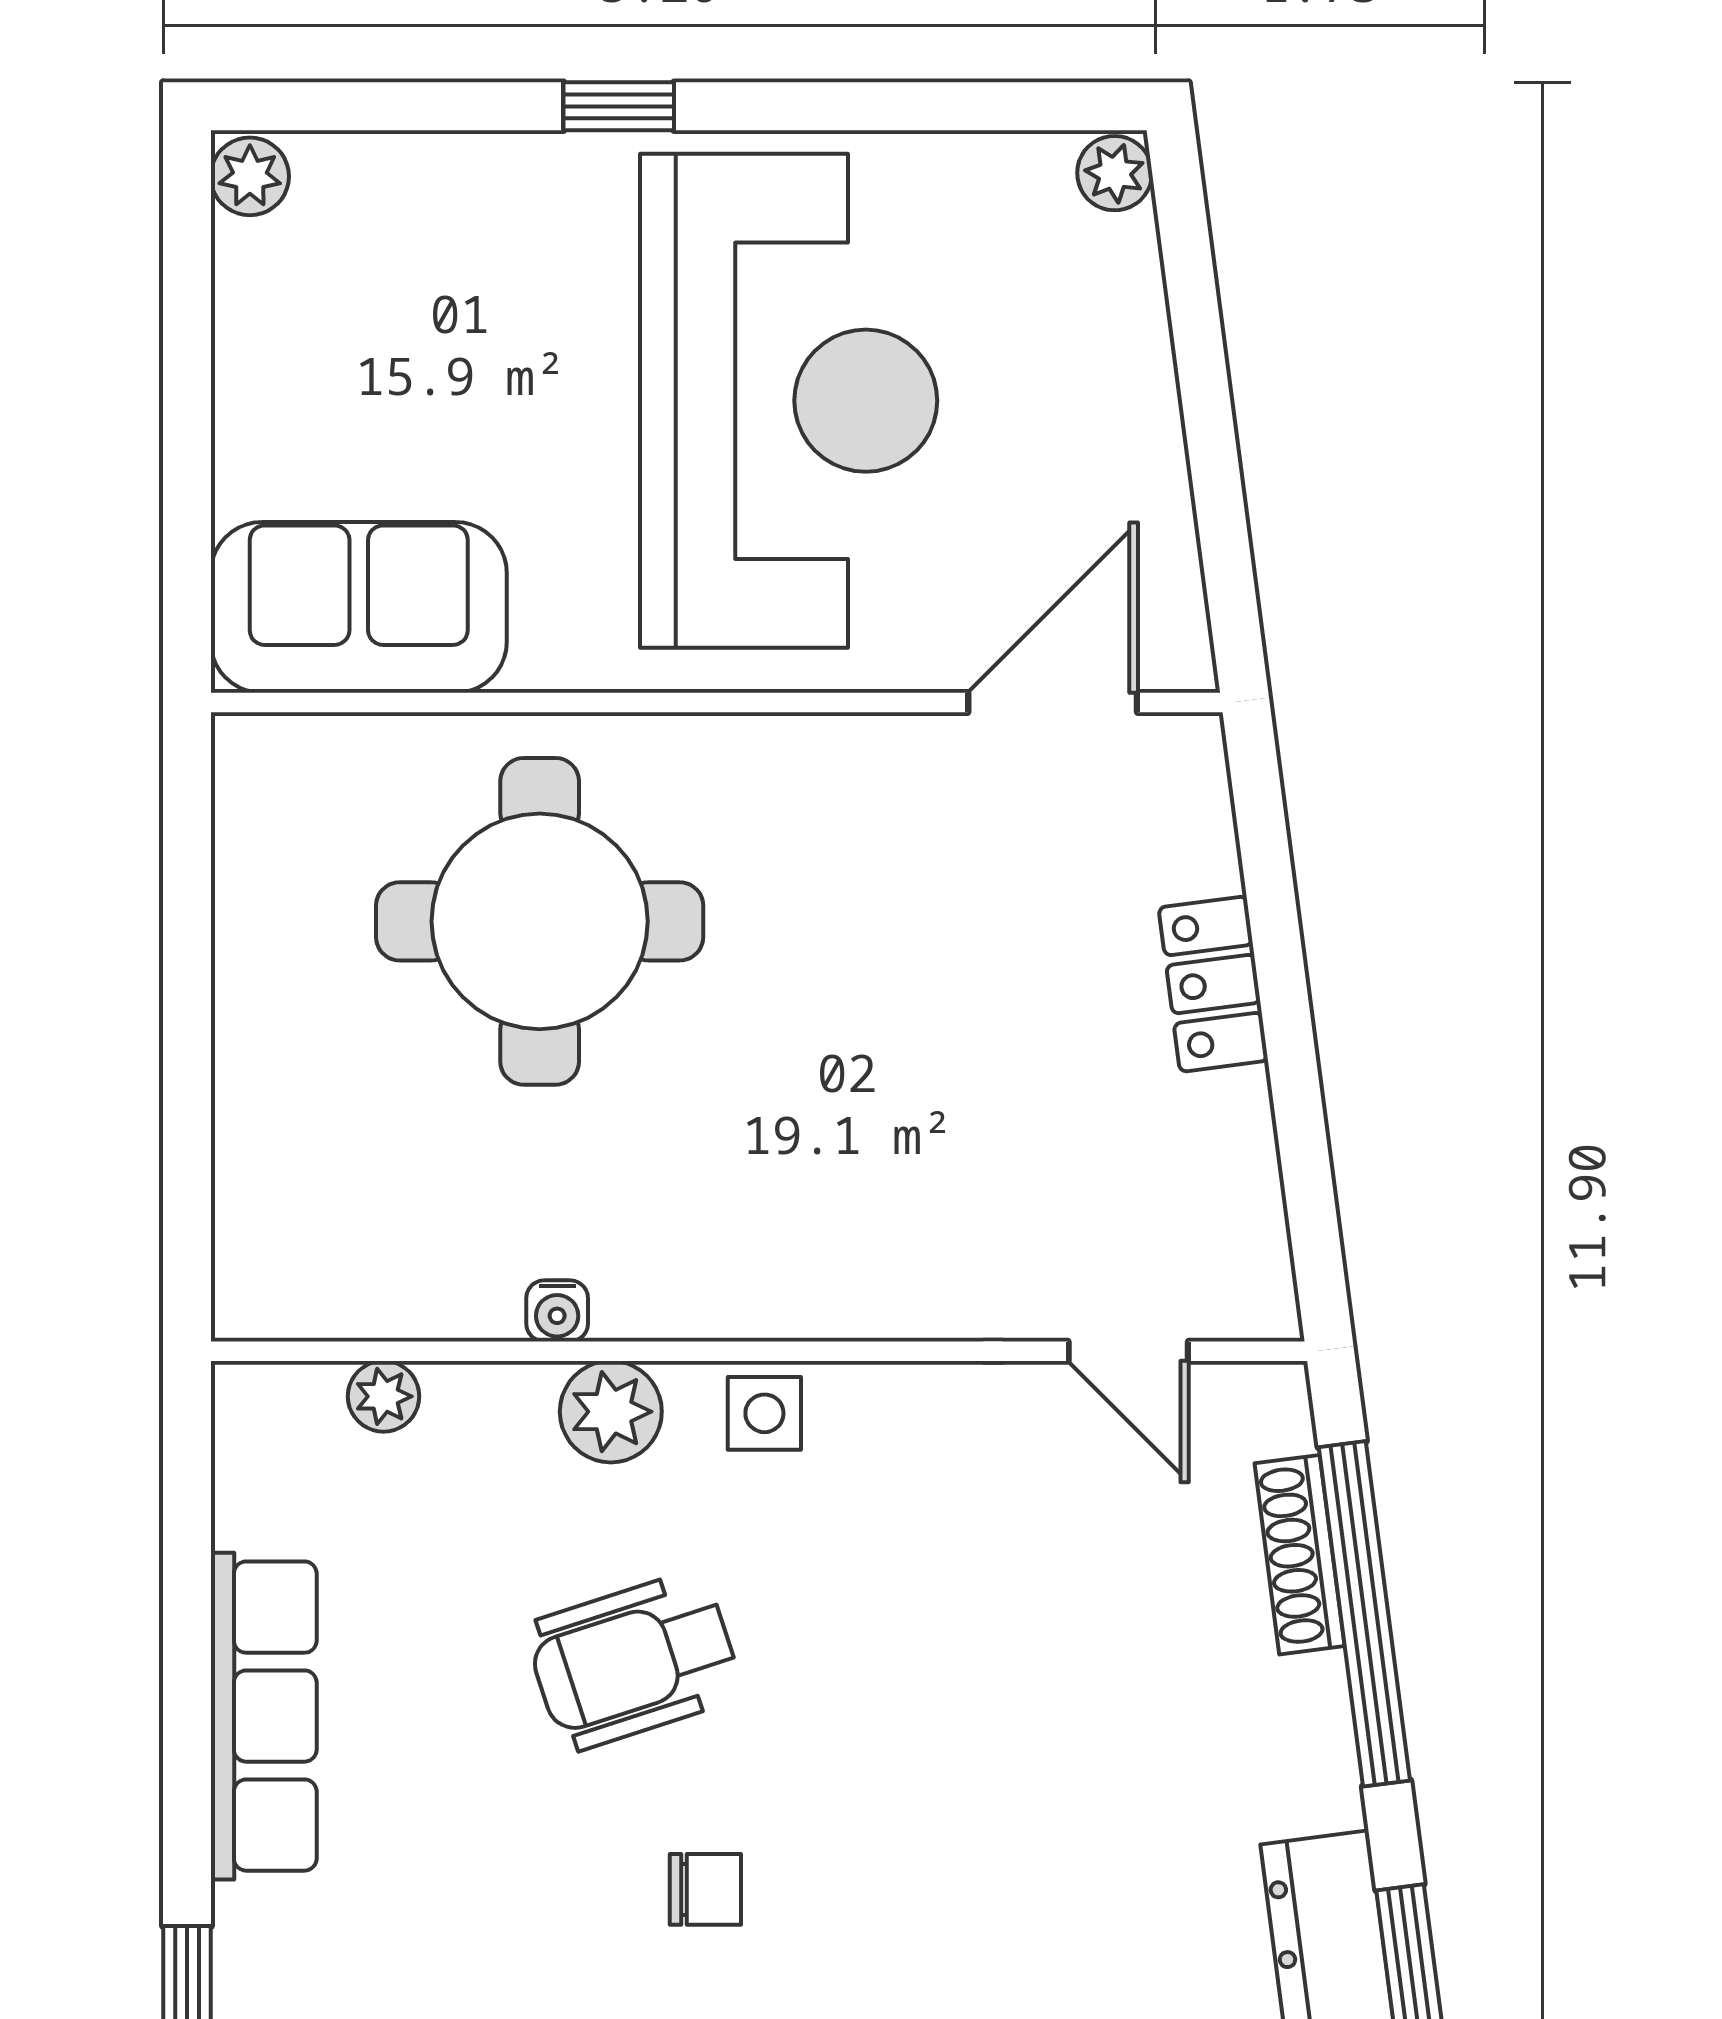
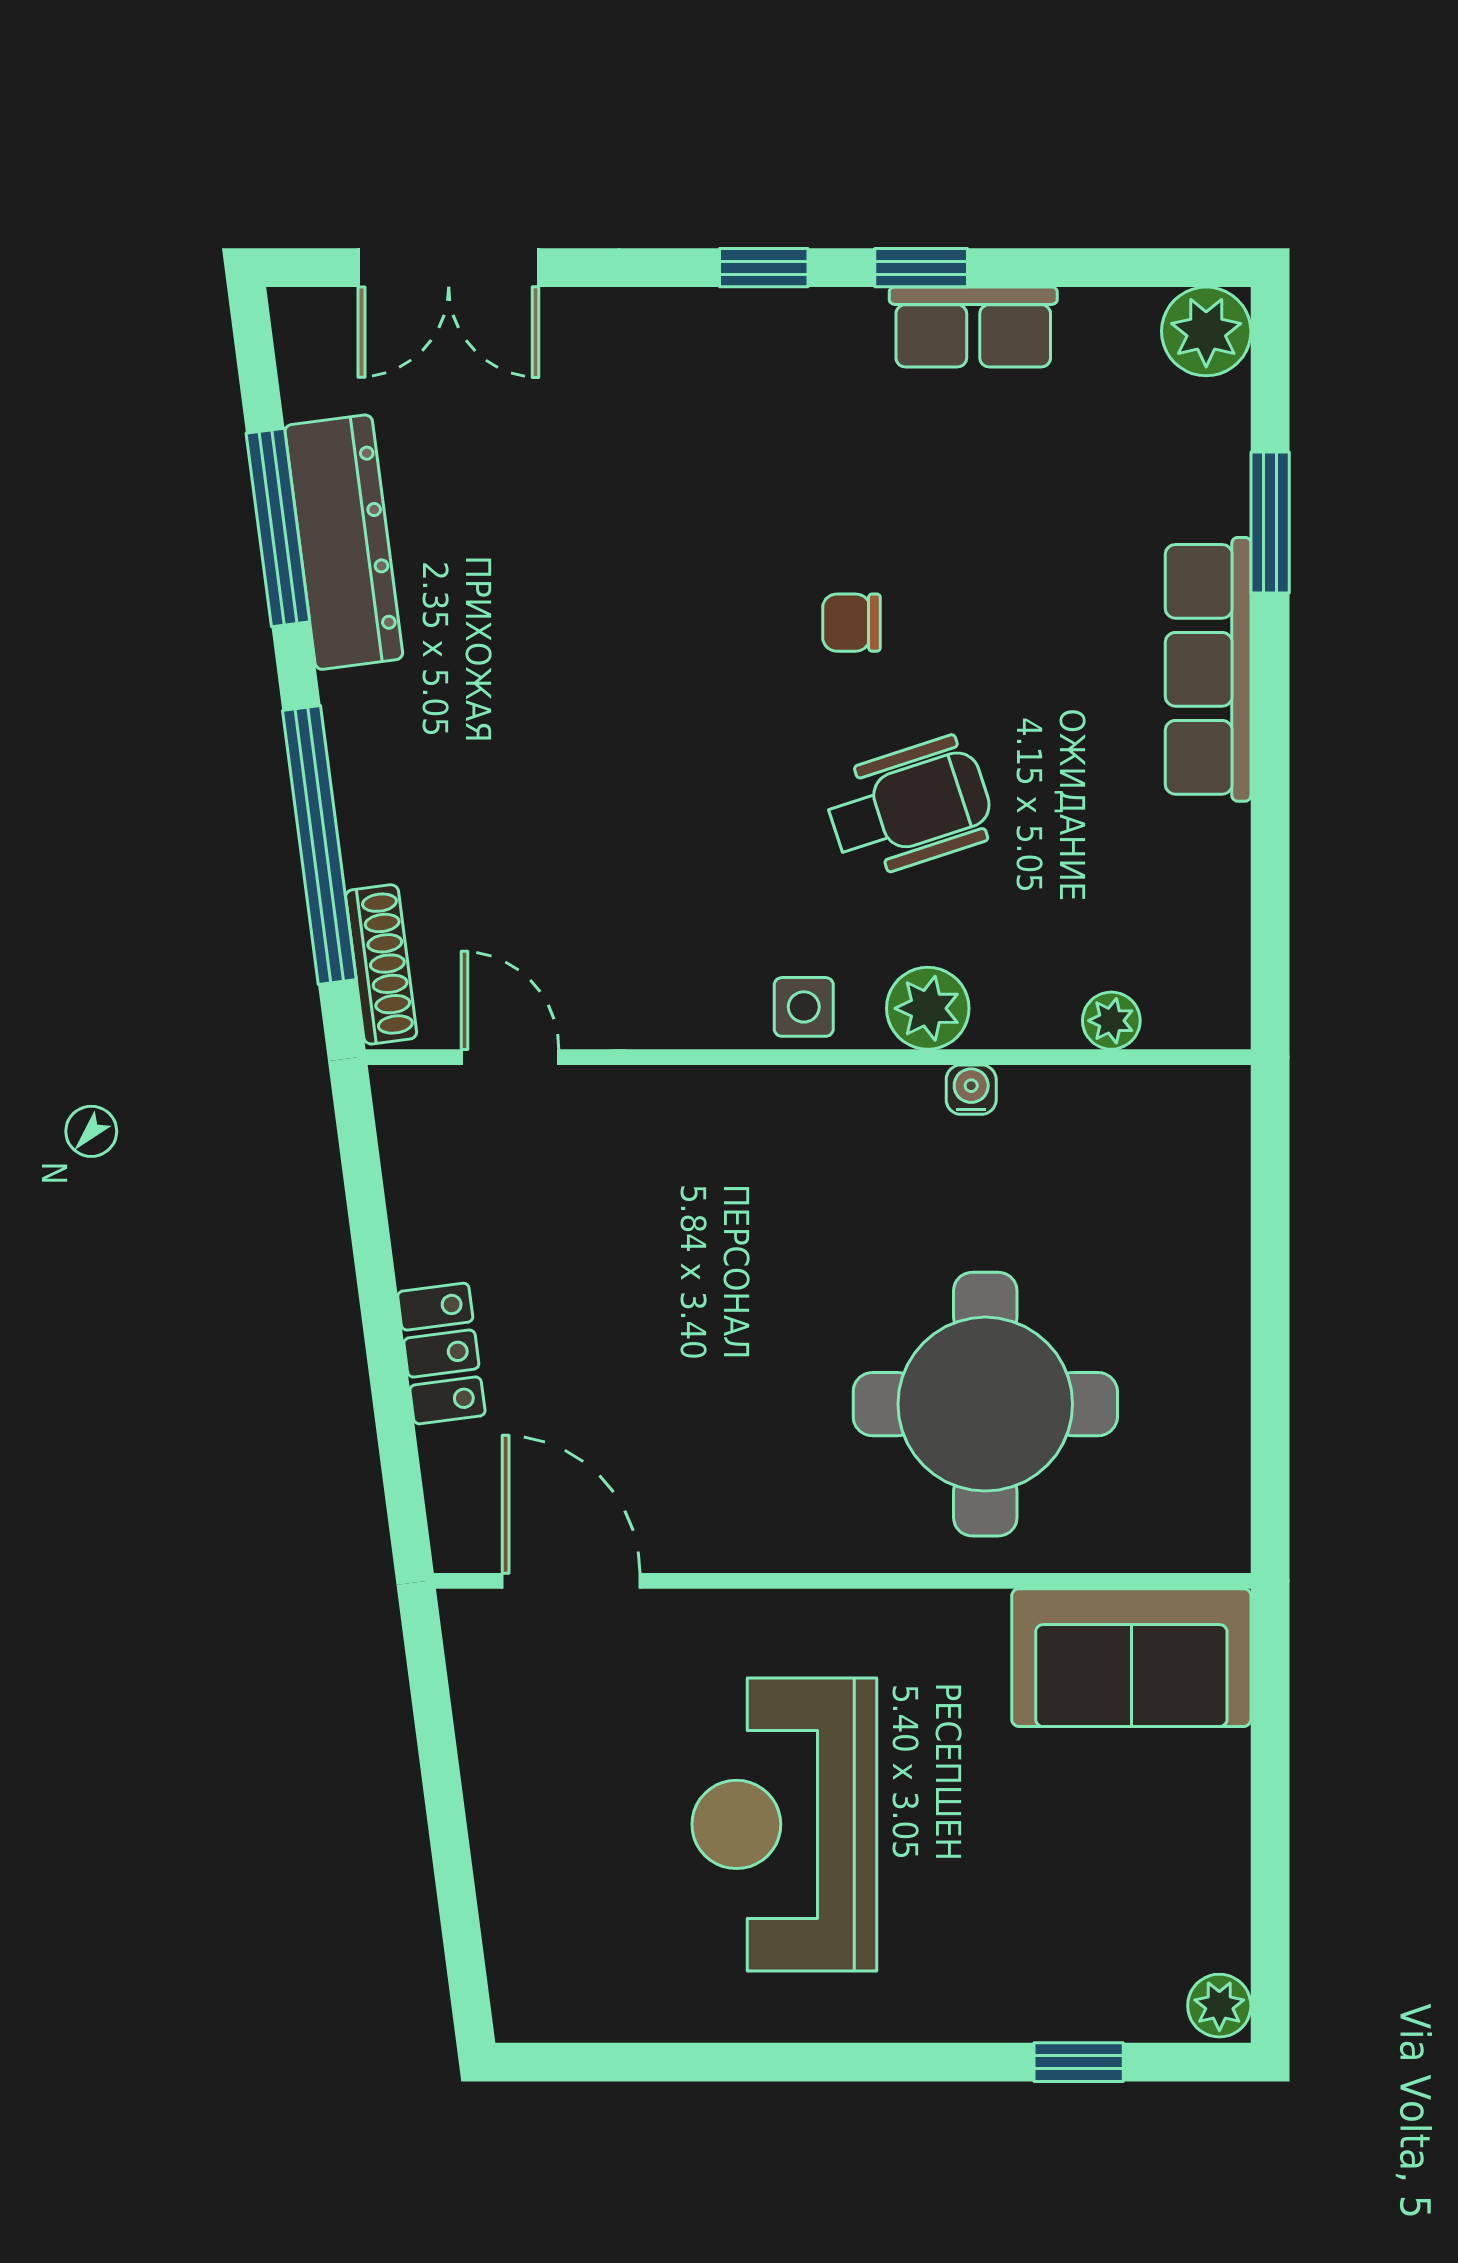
window: (619, 106) -> (1079, 2062), moved
plant: (1115, 173) -> (521, 2008), removed
reception desk: (789, 401) -> (784, 1824), width x0.74, depth x0.77
door: (1053, 703) -> (571, 1581), swing flipped
shoe rack: (1300, 1555) -> (381, 964), moved
row of seats: (264, 1716) -> (1208, 669), moved

